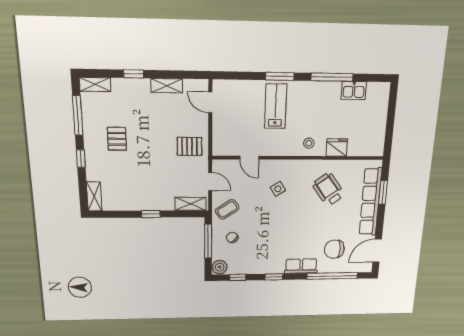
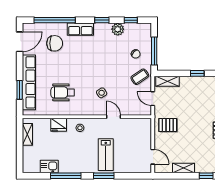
shelving: (379, 135) -> (27, 134), added
door: (249, 158) -> (113, 117), moved
wheelchair: (328, 189) -> (63, 92), turned 126
plant: (220, 267) -> (118, 29), moved

